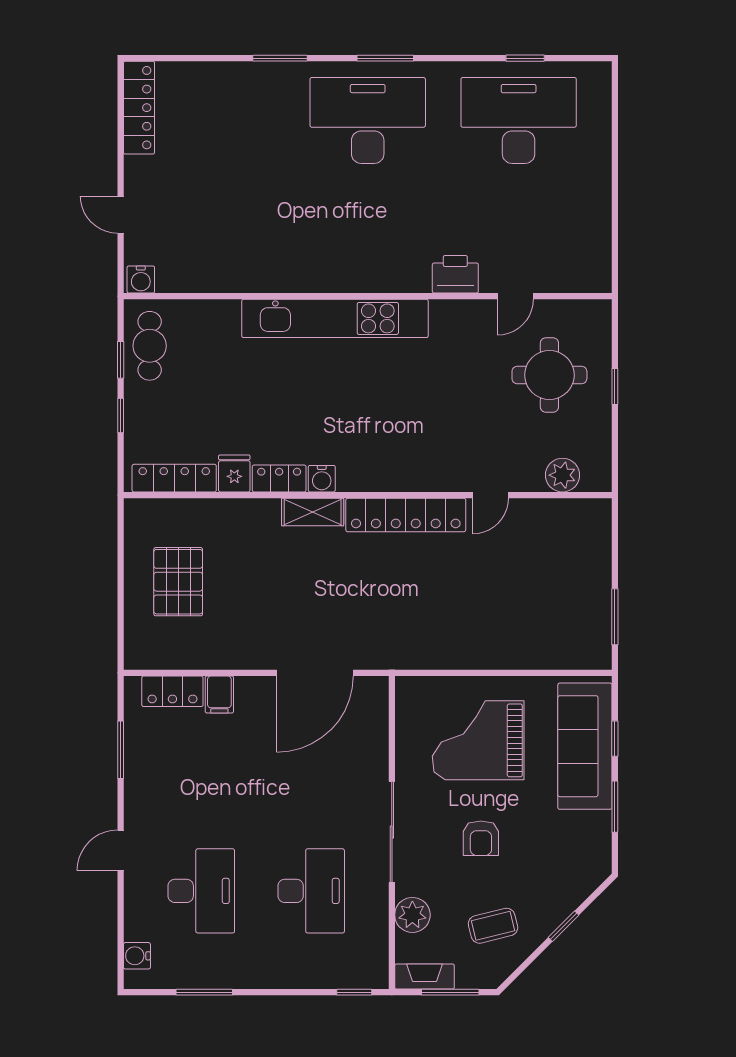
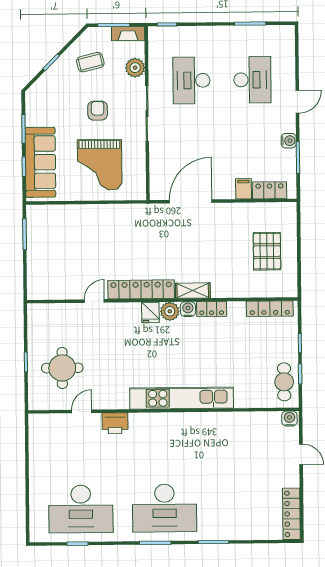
fridge: (234, 473) -> (150, 312), moved
plant: (562, 475) -> (170, 311), moved
grand piano: (478, 740) -> (100, 165), turned 90
desk: (201, 891) -> (252, 80), turned 180
water cooler: (137, 956) -> (289, 141), moved

